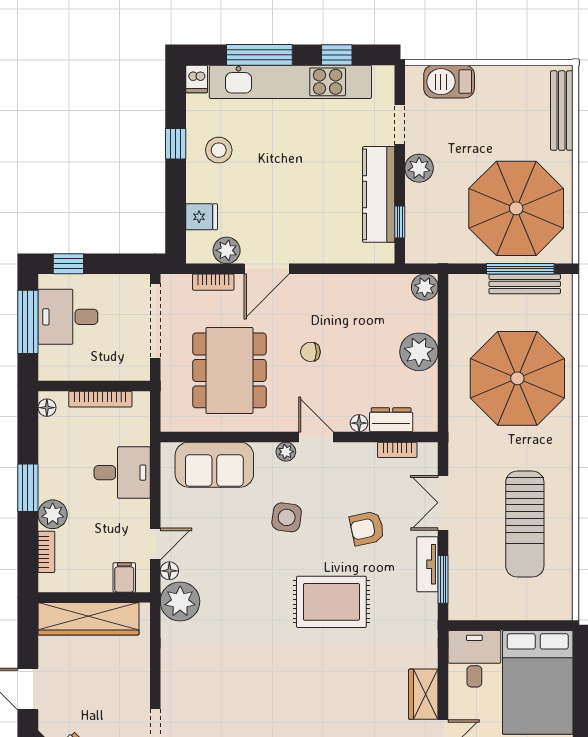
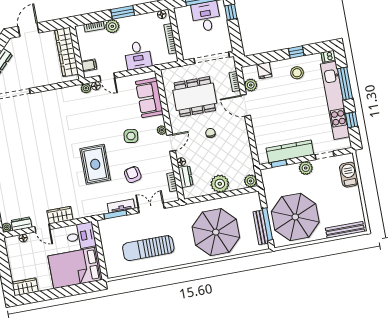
plant: (180, 601) -> (86, 88), width x0.53, depth x0.53

